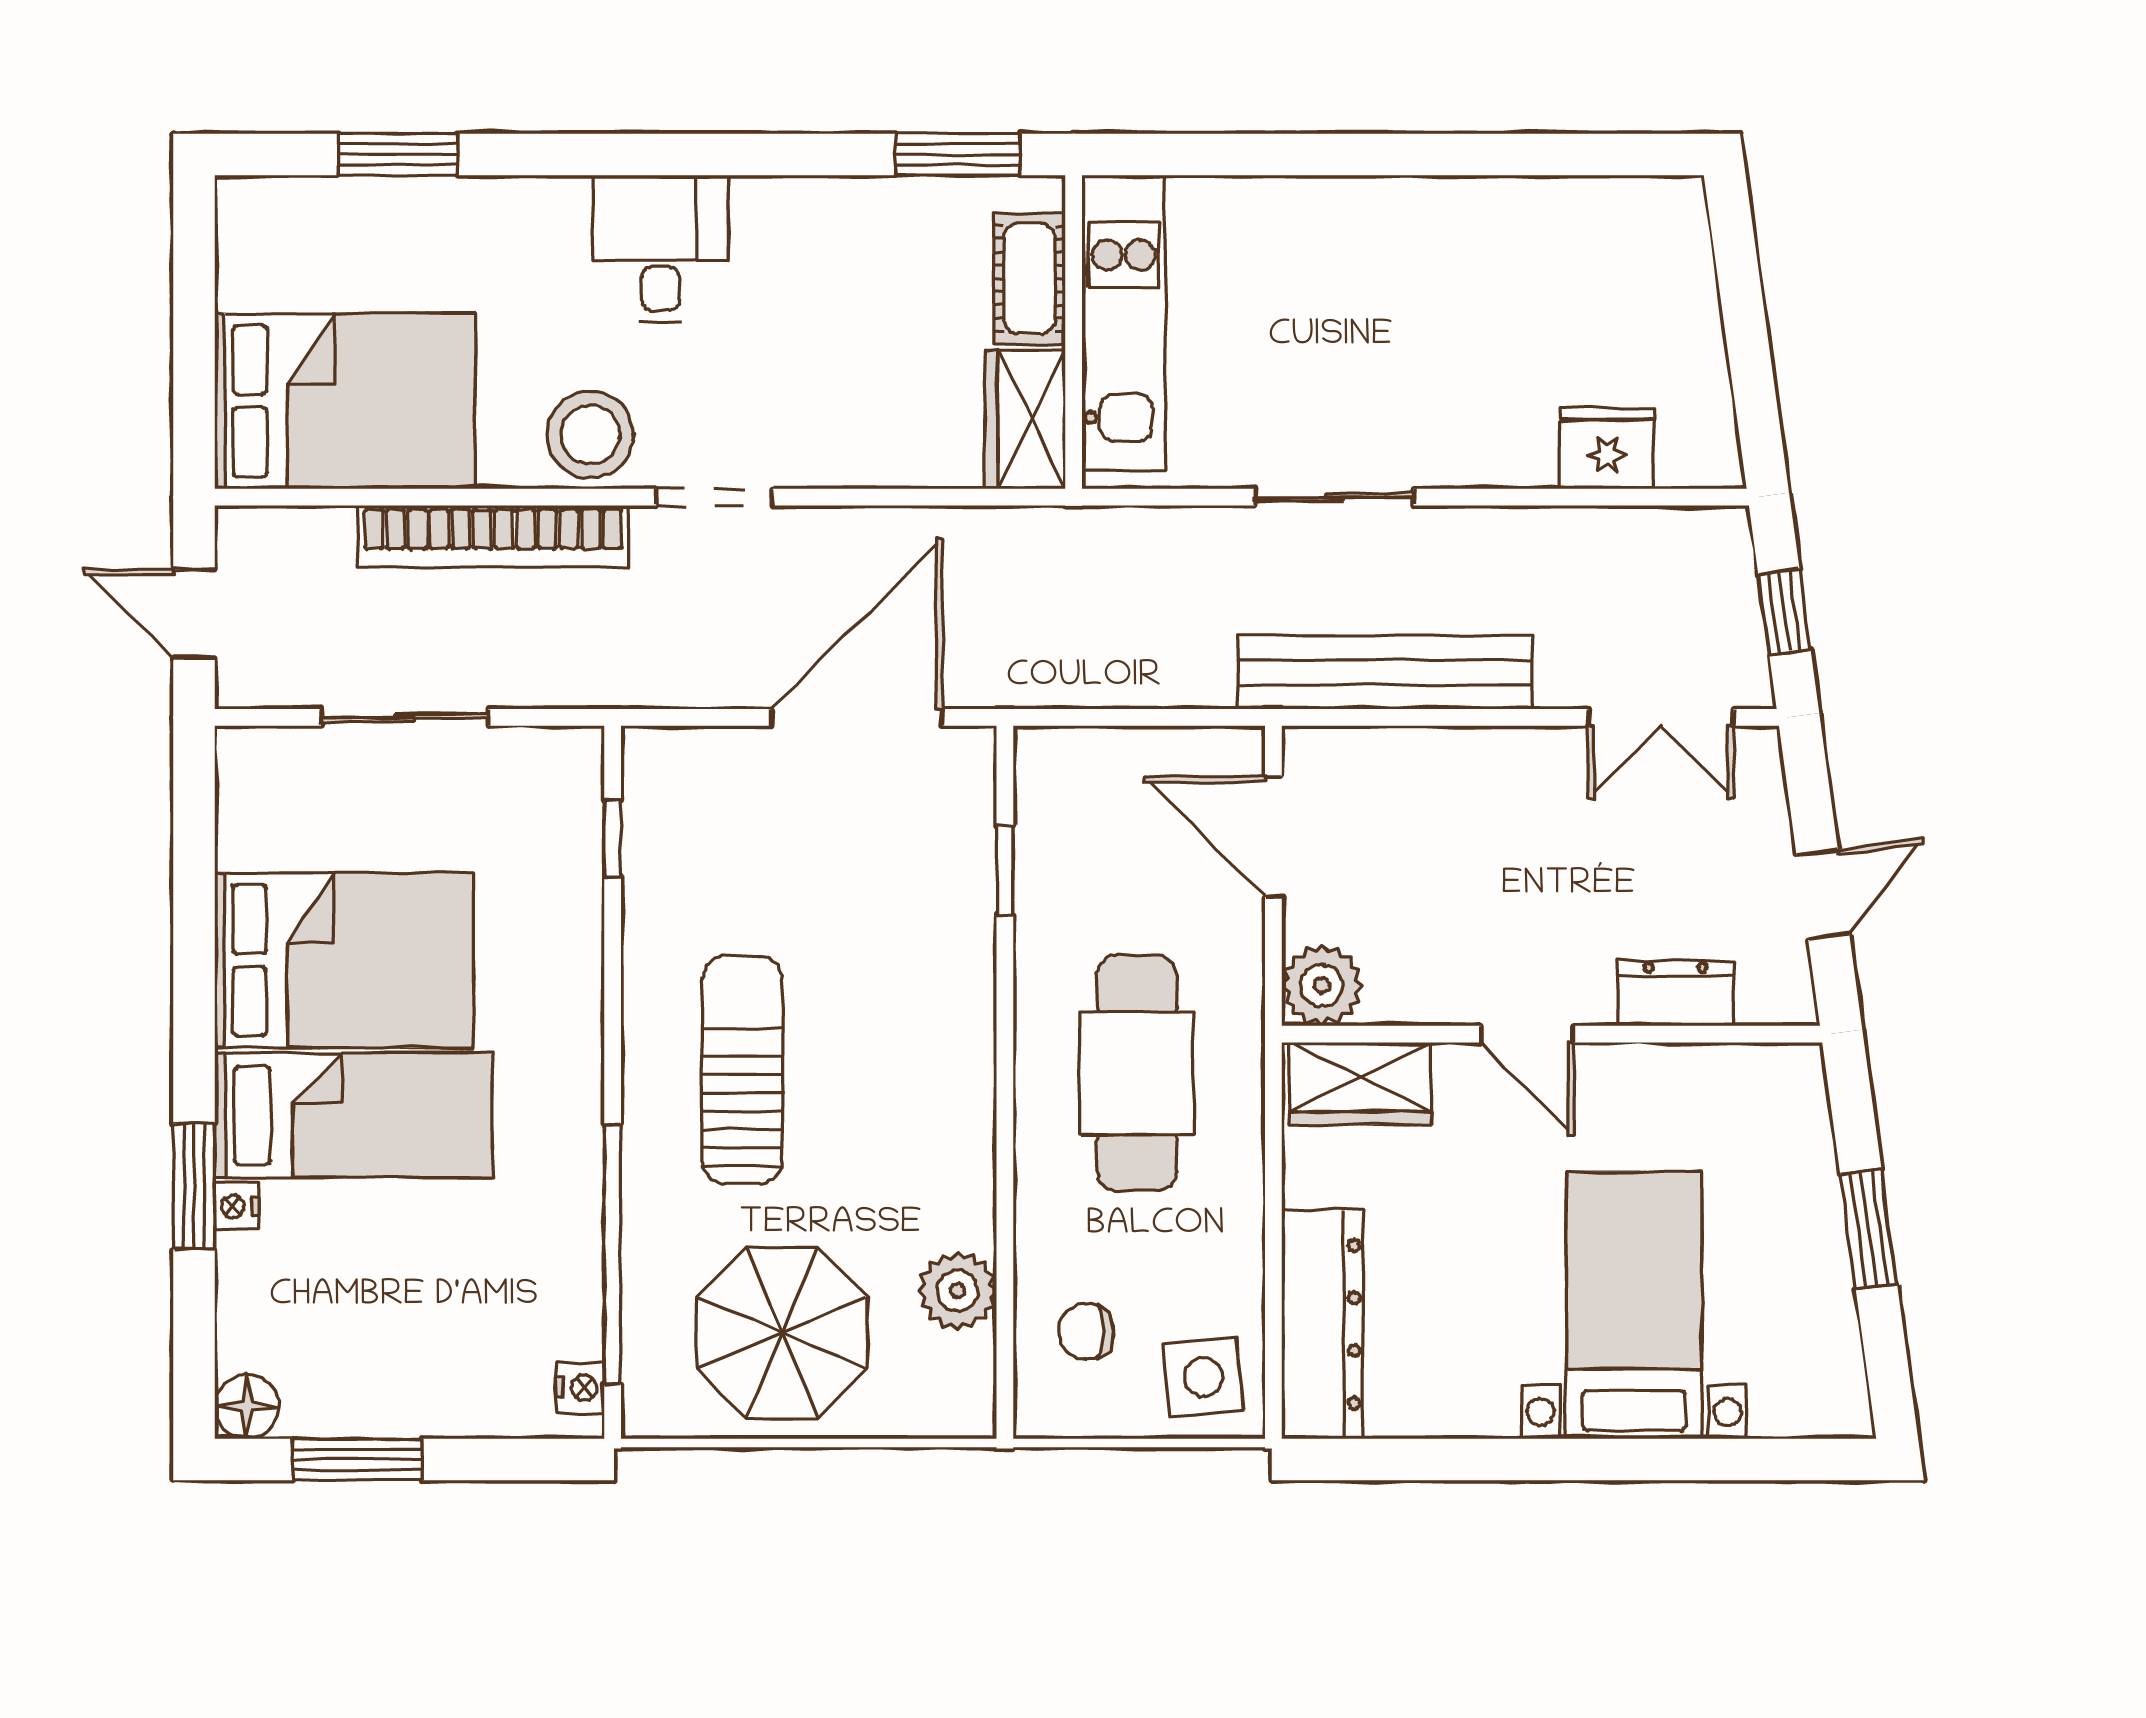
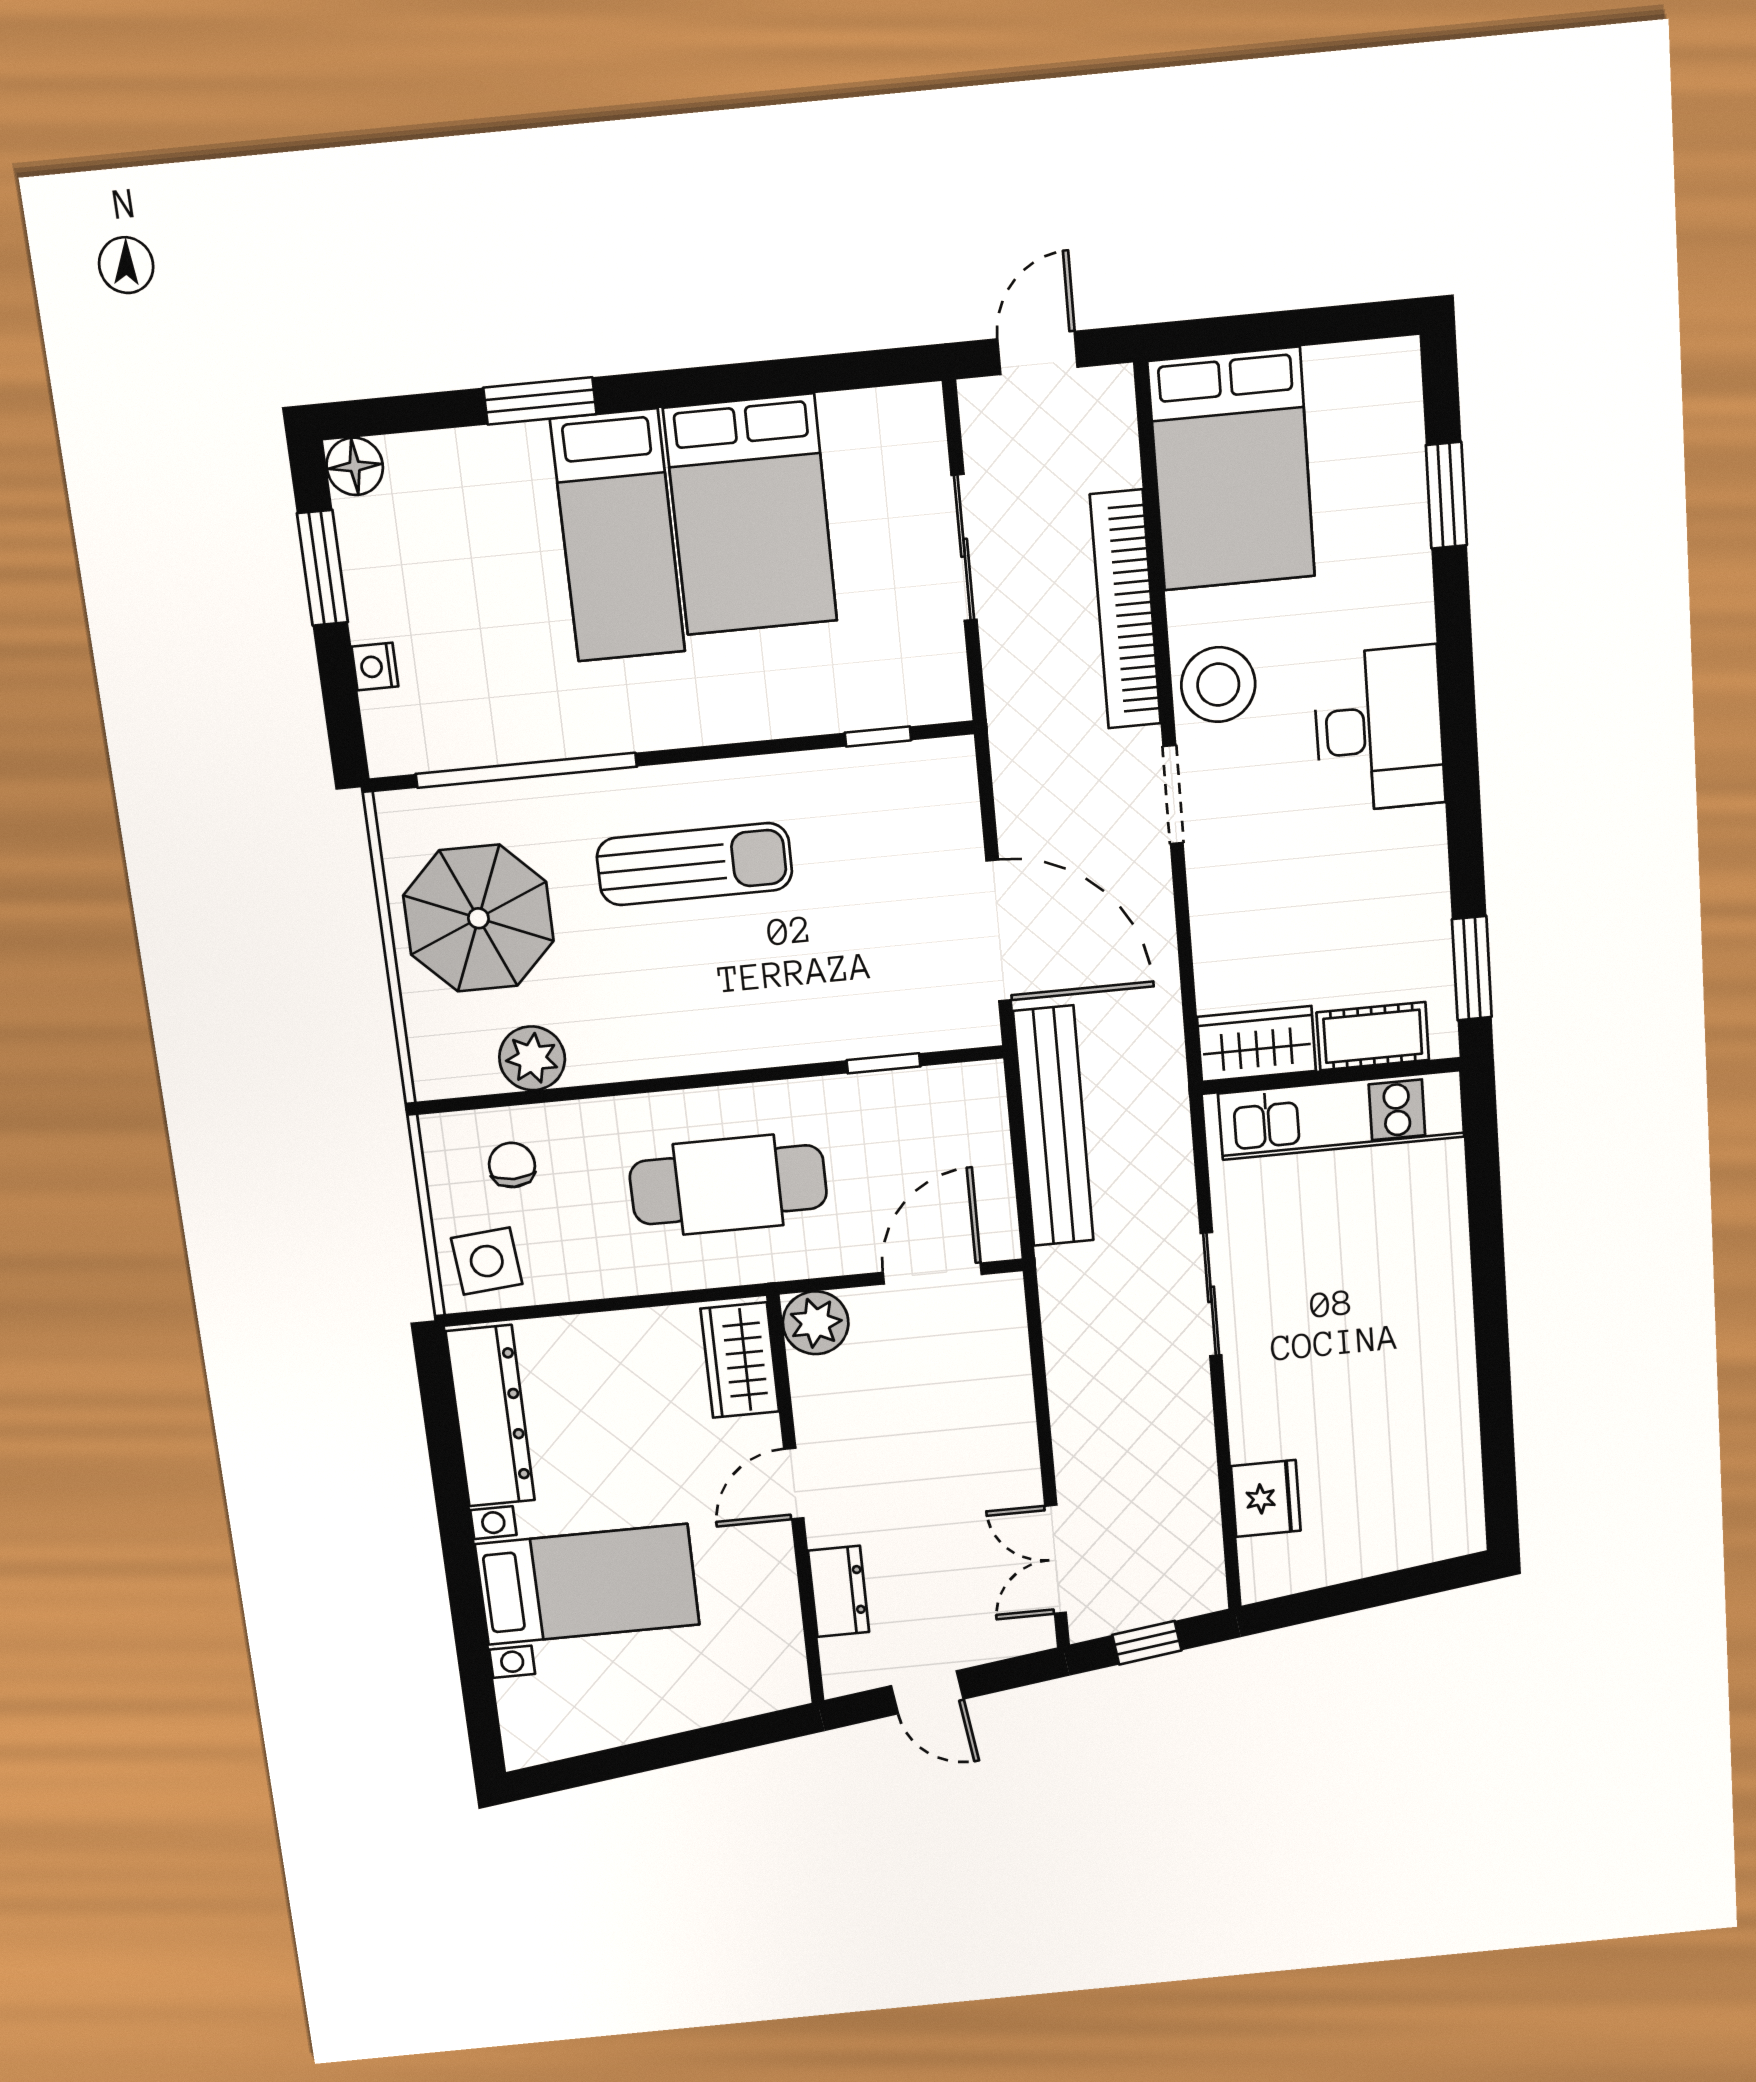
desk: (661, 249) -> (1379, 729), width x1.37
bench: (1385, 673) -> (1054, 1126), moved
nightstand: (237, 1206) -> (527, 440), removed
window: (1869, 1229) -> (669, 1751), removed
dresser: (1322, 1324) -> (490, 1416), moved, turned -90
nightstand: (580, 1388) -> (375, 667), moved, turned 90

